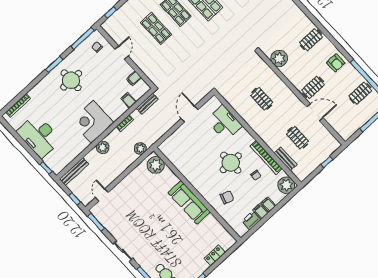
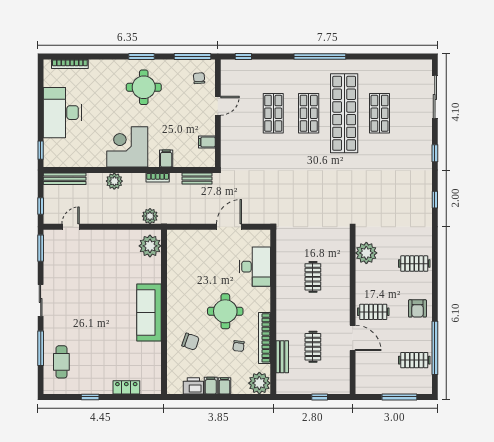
filing cabinet: (129, 100) -> (166, 159), moved

